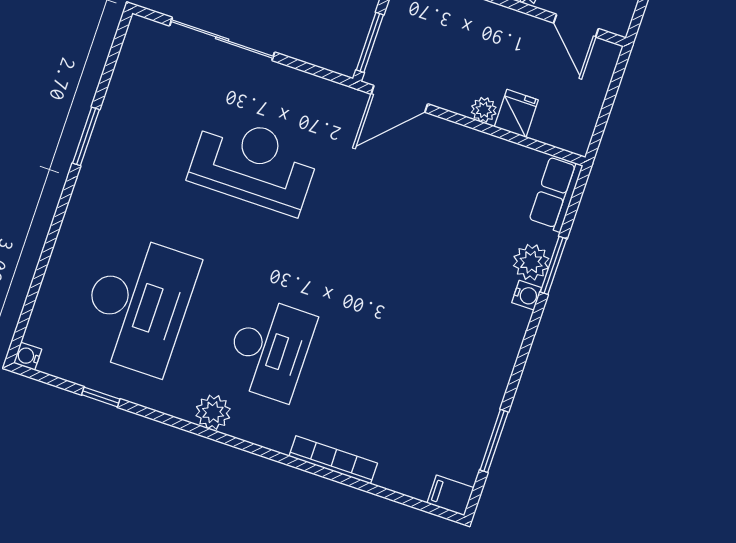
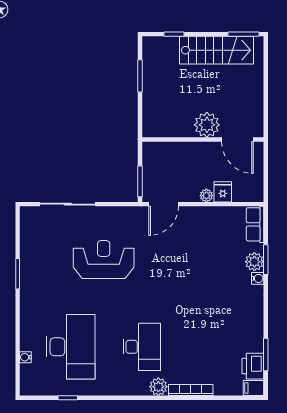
door: (576, 26) -> (237, 140), width x1.38
water cooler: (28, 356) -> (25, 357), moved
plant: (213, 412) -> (158, 387), moved
printer: (463, 454) -> (253, 366), added

